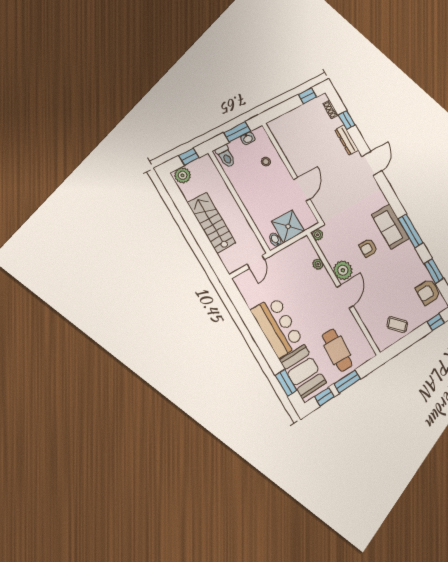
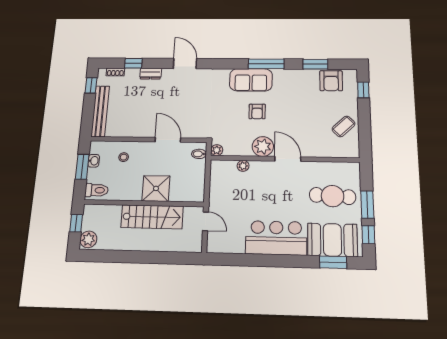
bench: (291, 117) -> (100, 111), added
dresser: (347, 140) -> (151, 74), width x0.70
stairs: (212, 223) -> (152, 217), moved, turned 180
shower: (288, 226) -> (156, 188), moved
bidet: (275, 240) -> (199, 154), moved

